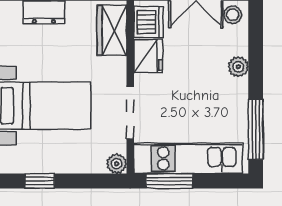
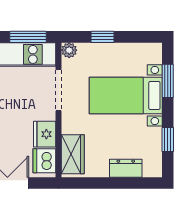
window: (40, 181) -> (102, 37), moved

